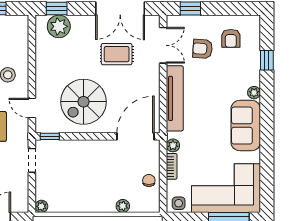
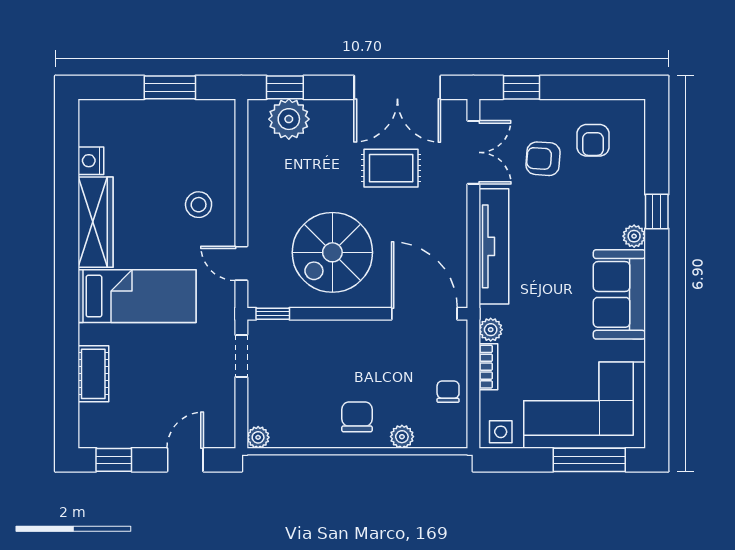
window: (267, 60) -> (657, 211), moved
door: (135, 136) -> (424, 314), hinge flipped
chair: (97, 195) -> (357, 417), added

